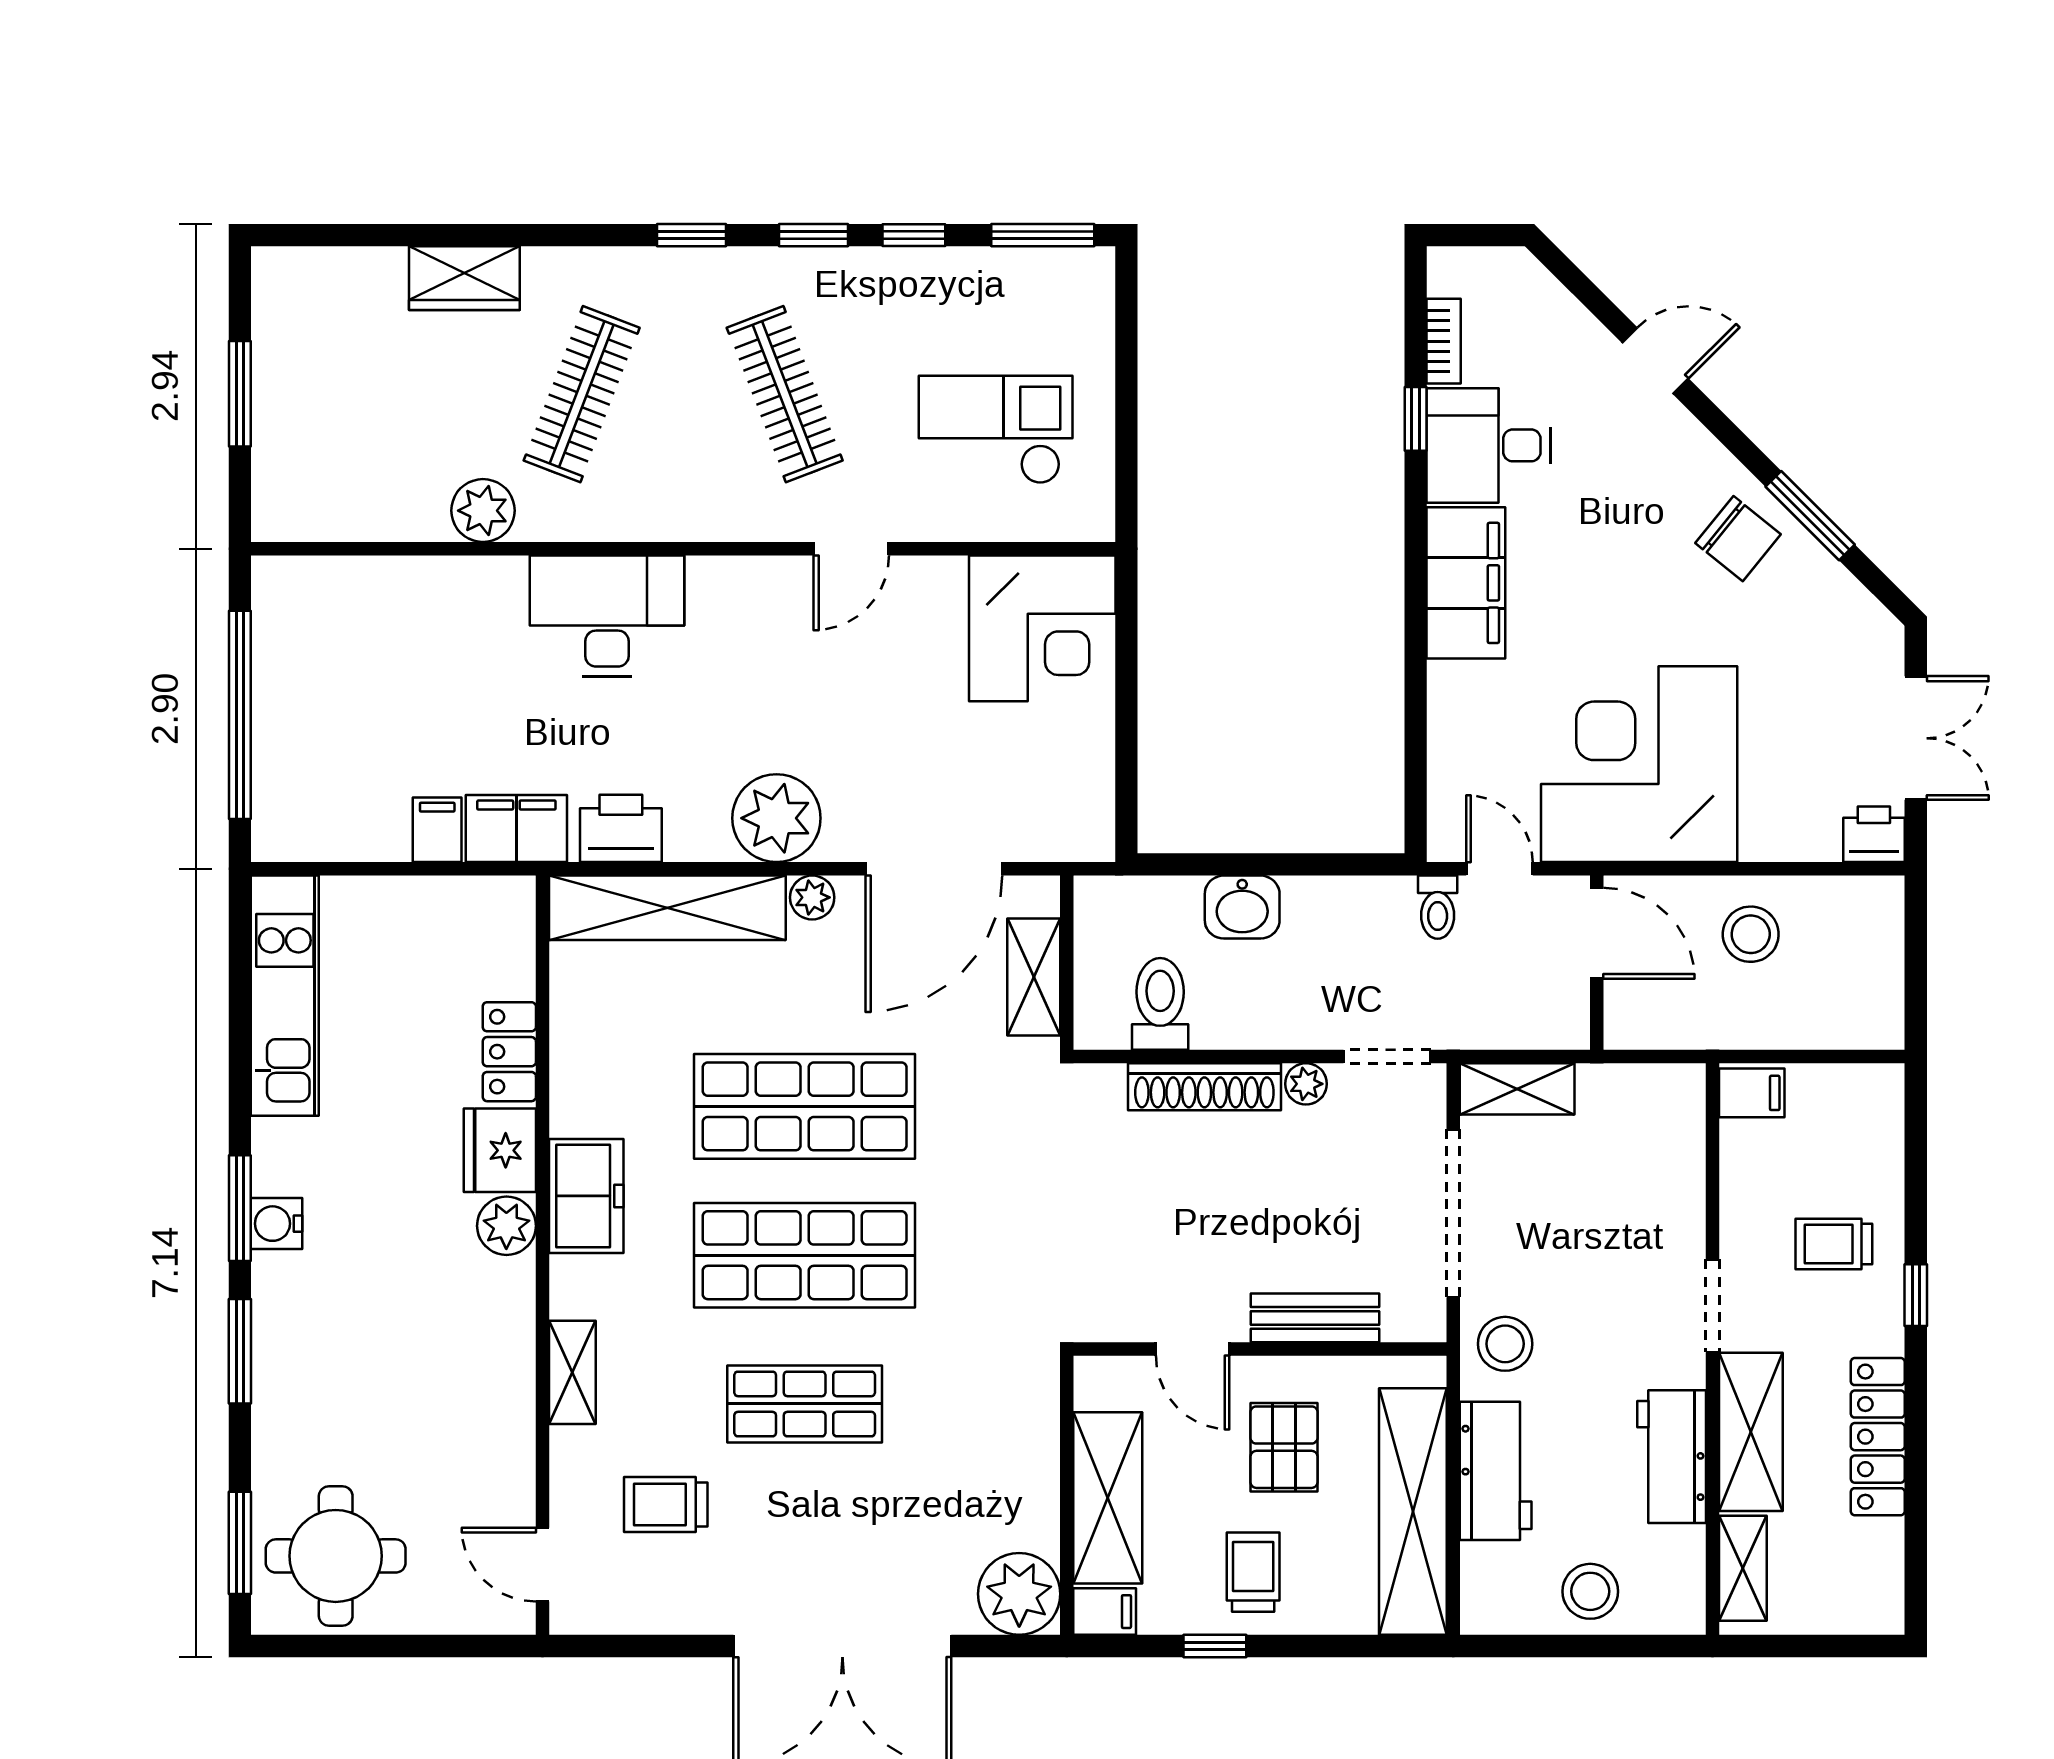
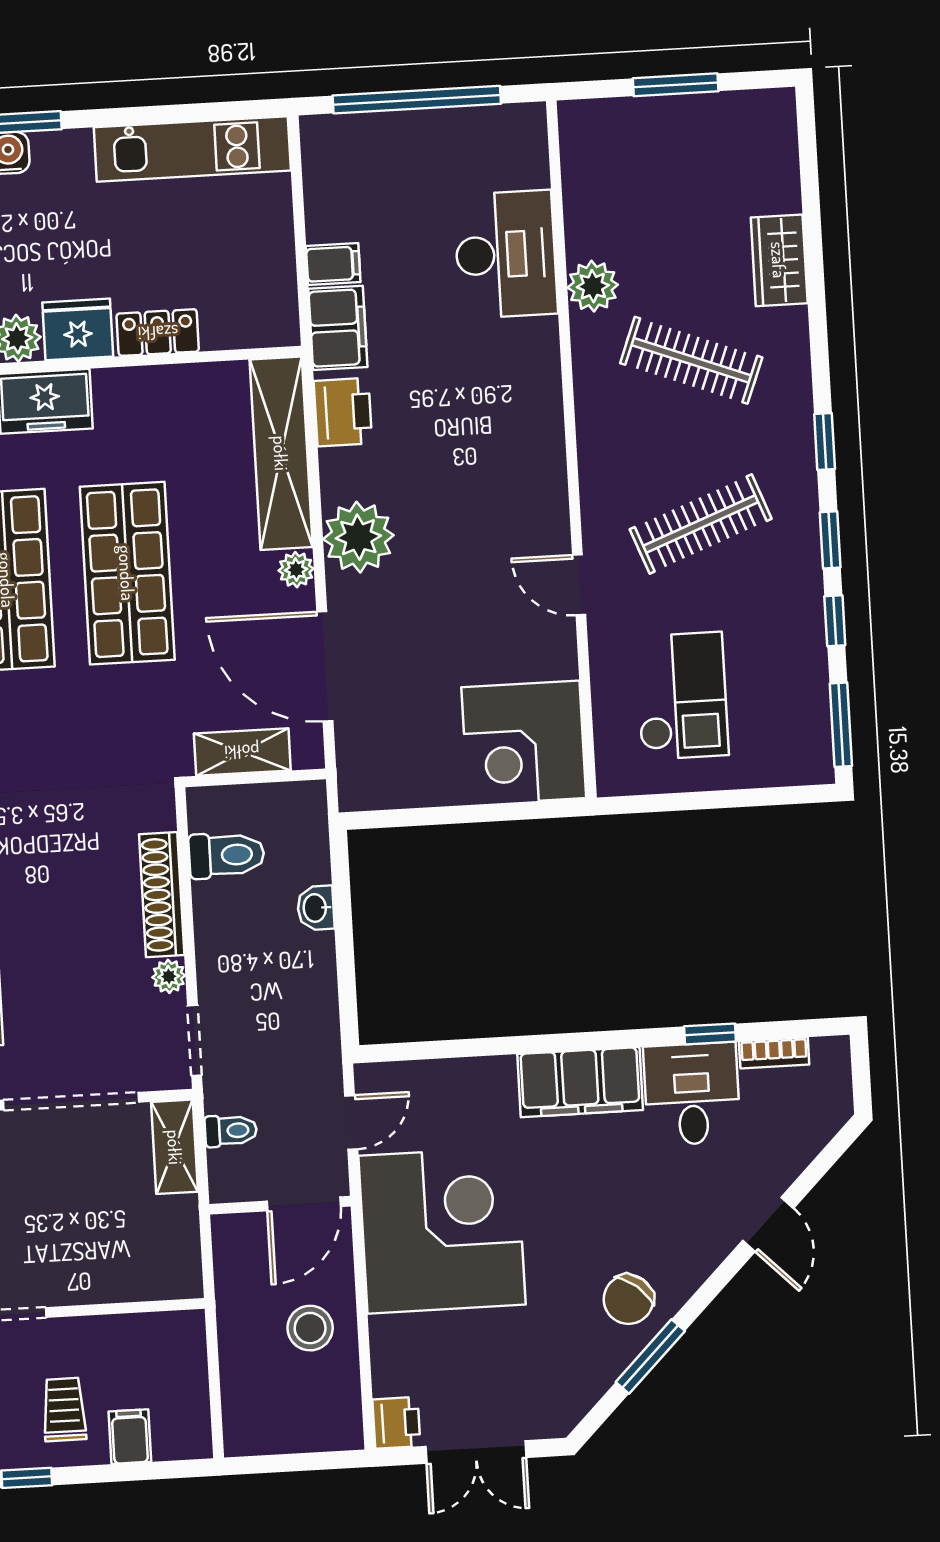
desk: (607, 616) -> (506, 254), moved
washbasin: (1242, 907) -> (316, 908), width x0.72, depth x0.69
toilet: (1438, 907) -> (231, 1131), moved, turned 180
filing cabinet: (1752, 1093) -> (130, 1437), moved, turned 180

